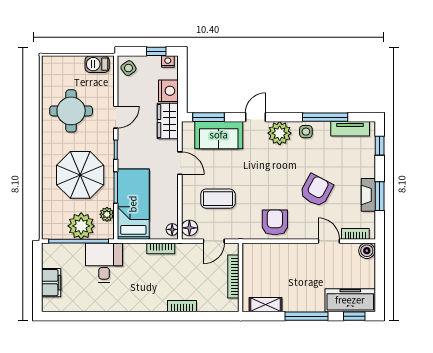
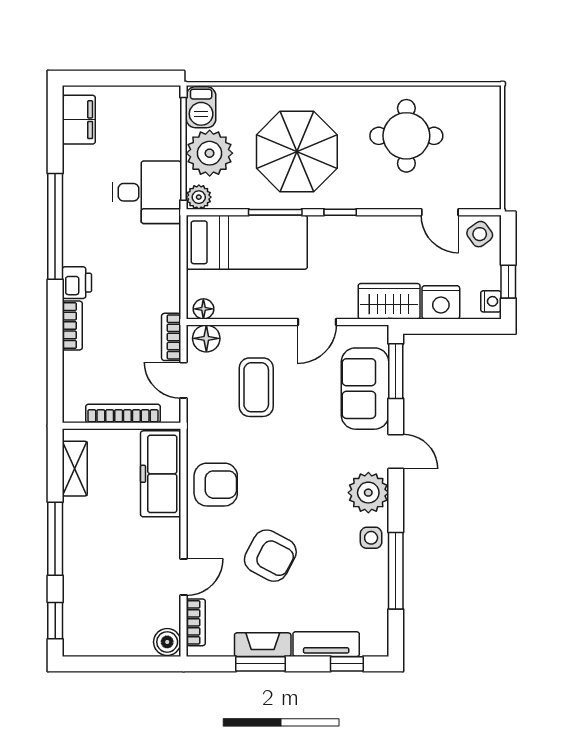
barbecue: (97, 64) -> (201, 107), moved, turned 180
door: (116, 117) -> (440, 212), moved
tv unit: (350, 129) -> (326, 644), moved, turned 90
plant: (107, 214) -> (199, 197), moved
bookcase: (161, 248) -> (171, 337), moved
filing cabinet: (51, 283) -> (79, 120), moved, turned -90
freezer: (350, 300) -> (161, 474), moved, turned 180
printer: (157, 303) -> (77, 283), added
window: (124, 316) -> (55, 226), added

